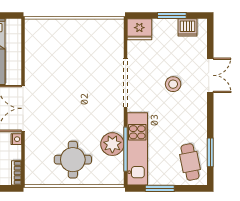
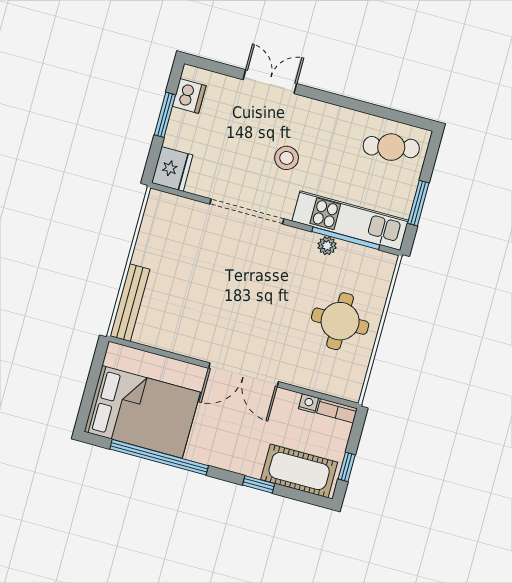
bench: (49, 25) -> (130, 303), added
stool: (173, 84) -> (287, 158), moved
nightstand: (16, 139) -> (309, 403), moved
plant: (112, 144) -> (327, 246), width x0.53, depth x0.53
window: (210, 152) -> (385, 113), removed

